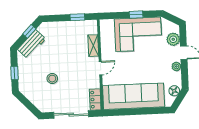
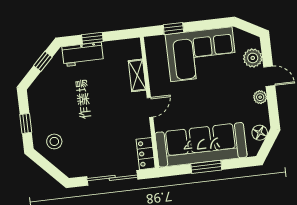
window: (136, 15) -> (173, 29), moved
window: (77, 17) -> (92, 38), moved
workbench: (32, 44) -> (83, 54), moved, turned 45
stool: (52, 79) -> (54, 141), moved
window: (136, 112) -> (206, 167), added

